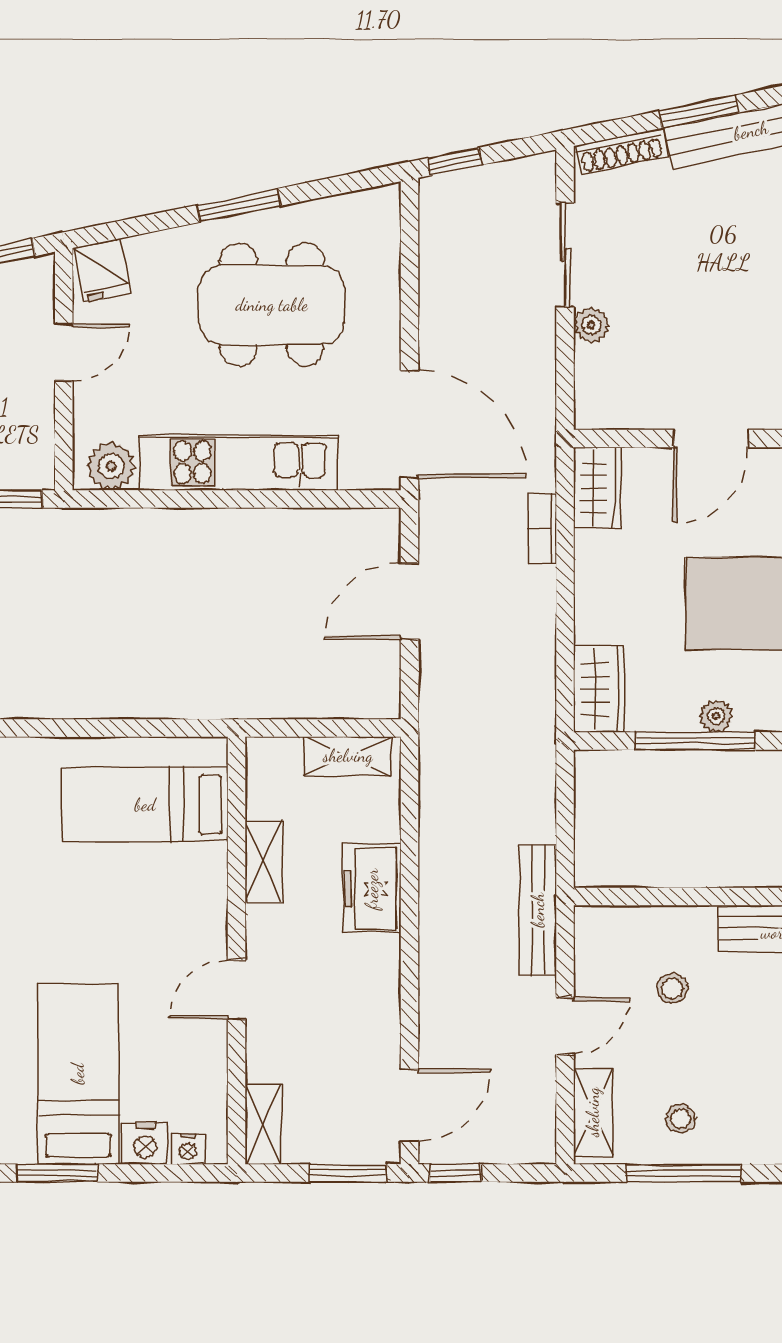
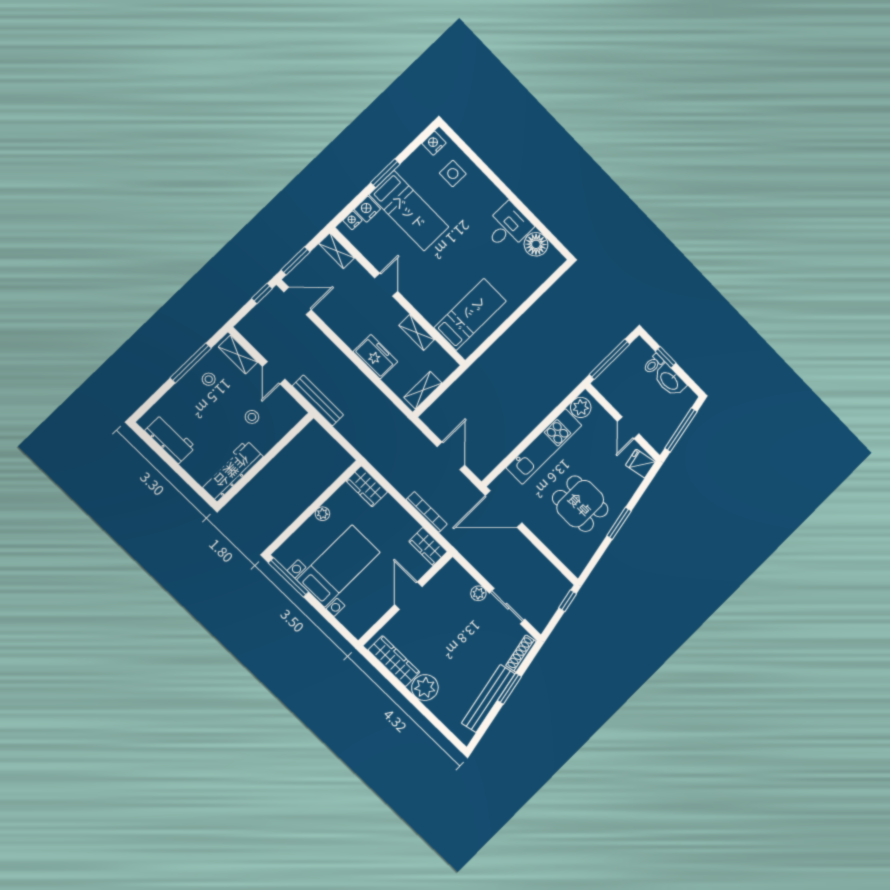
dining table: (272, 305) -> (580, 504), width x0.73
bookcase: (542, 528) -> (427, 512), width x1.56
window: (695, 741) -> (321, 500), removed
door: (409, 1105) -> (297, 301), swing flipped

